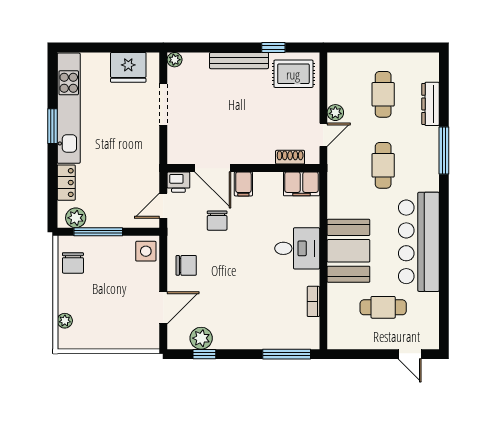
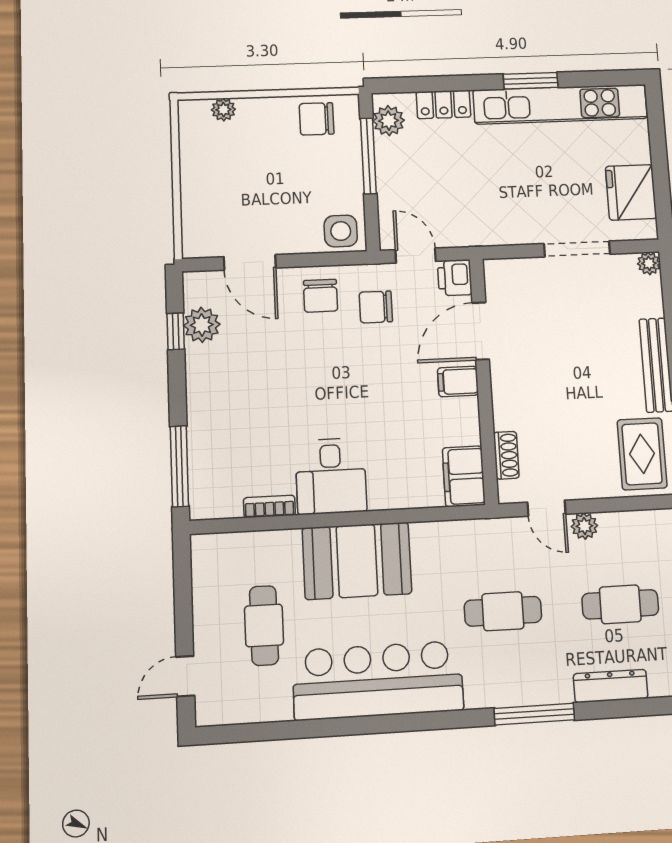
chair: (217, 221) -> (376, 307), moved
desk: (297, 248) -> (331, 476), moved

